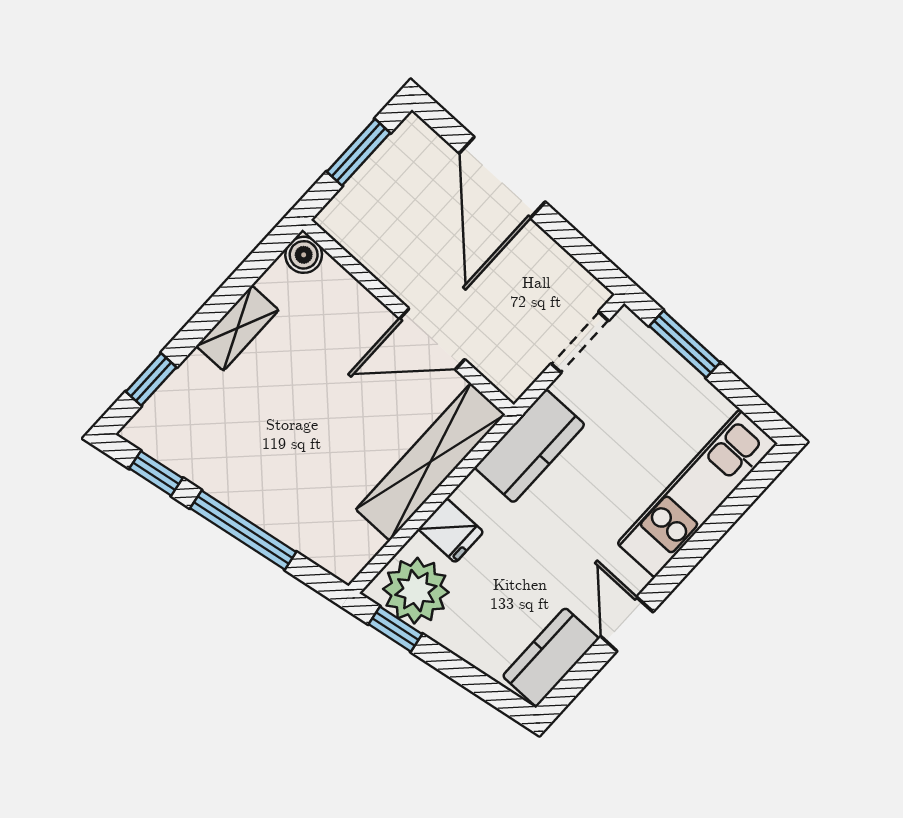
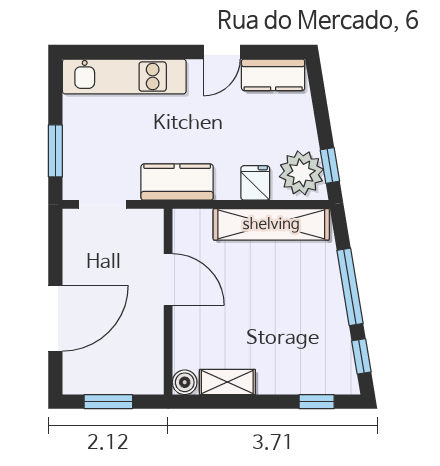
shelving: (237, 328) -> (227, 382), moved
shelving: (430, 462) -> (271, 224), moved

